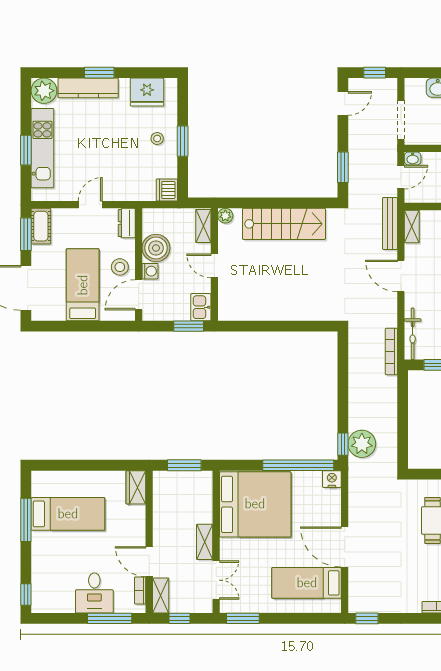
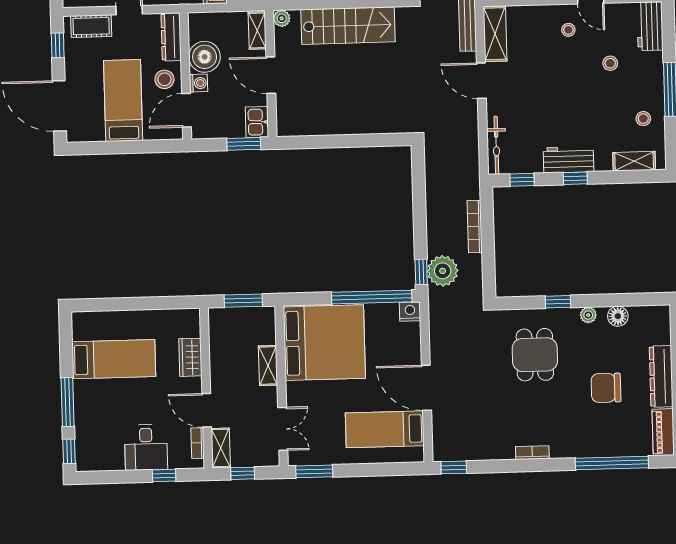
dresser: (127, 223) -> (171, 37), width x1.44
cot: (41, 226) -> (91, 26), moved, turned 90
shelving: (412, 226) -> (495, 34), width x1.50, depth x1.33
window: (26, 234) -> (58, 45), width x0.67
door: (214, 266) -> (271, 75), width x1.38
bookcase: (391, 352) -> (475, 227), moved
wardrobe: (136, 487) -> (190, 357), moved
window: (26, 520) -> (68, 402), moved
shelving: (205, 542) -> (268, 365), moved
window: (110, 618) -> (164, 476), width x0.46

